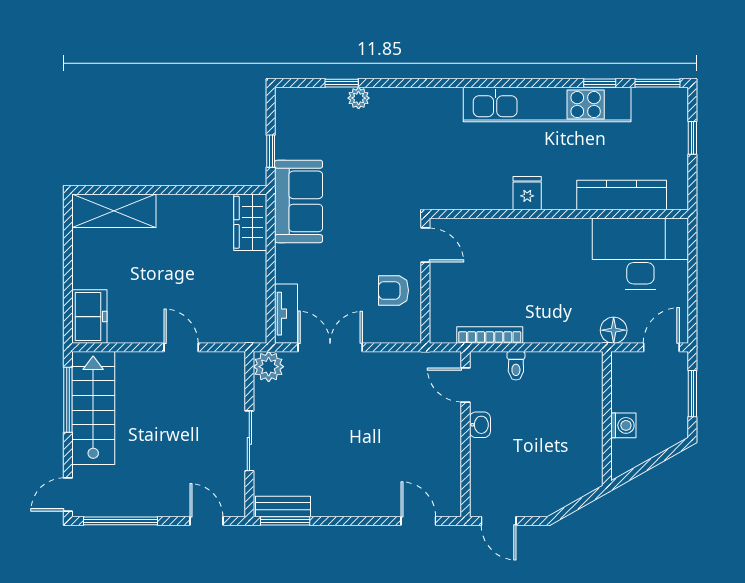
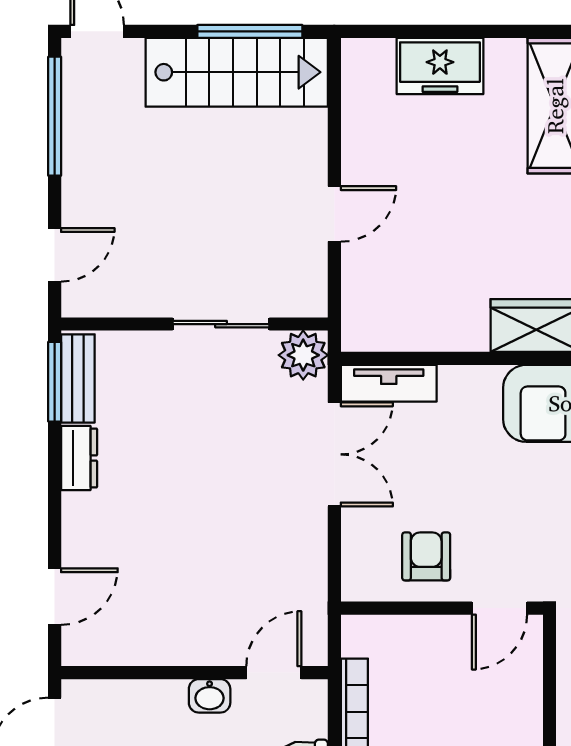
freezer: (89, 317) -> (440, 66), moved
sliding door: (249, 441) -> (221, 324), moved
dresser: (332, 506) -> (79, 458), added

